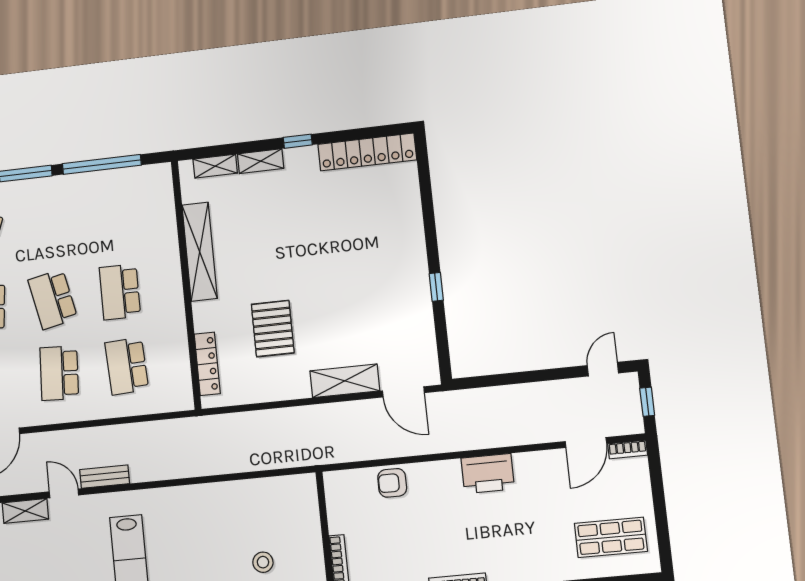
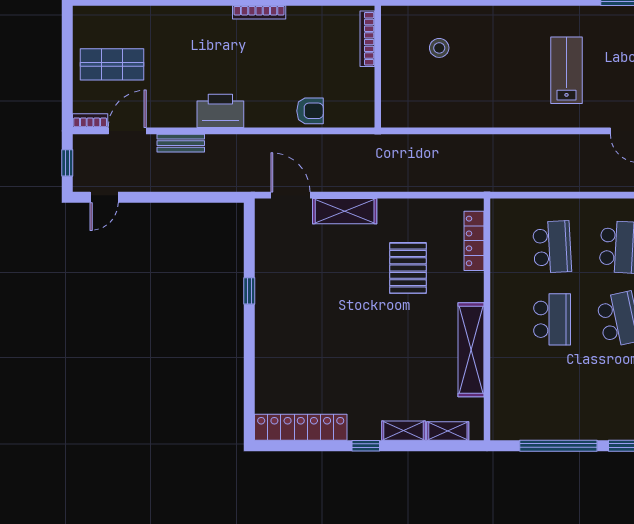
bench: (105, 477) -> (181, 143), moved
shop shelf: (611, 537) -> (112, 64), moved

